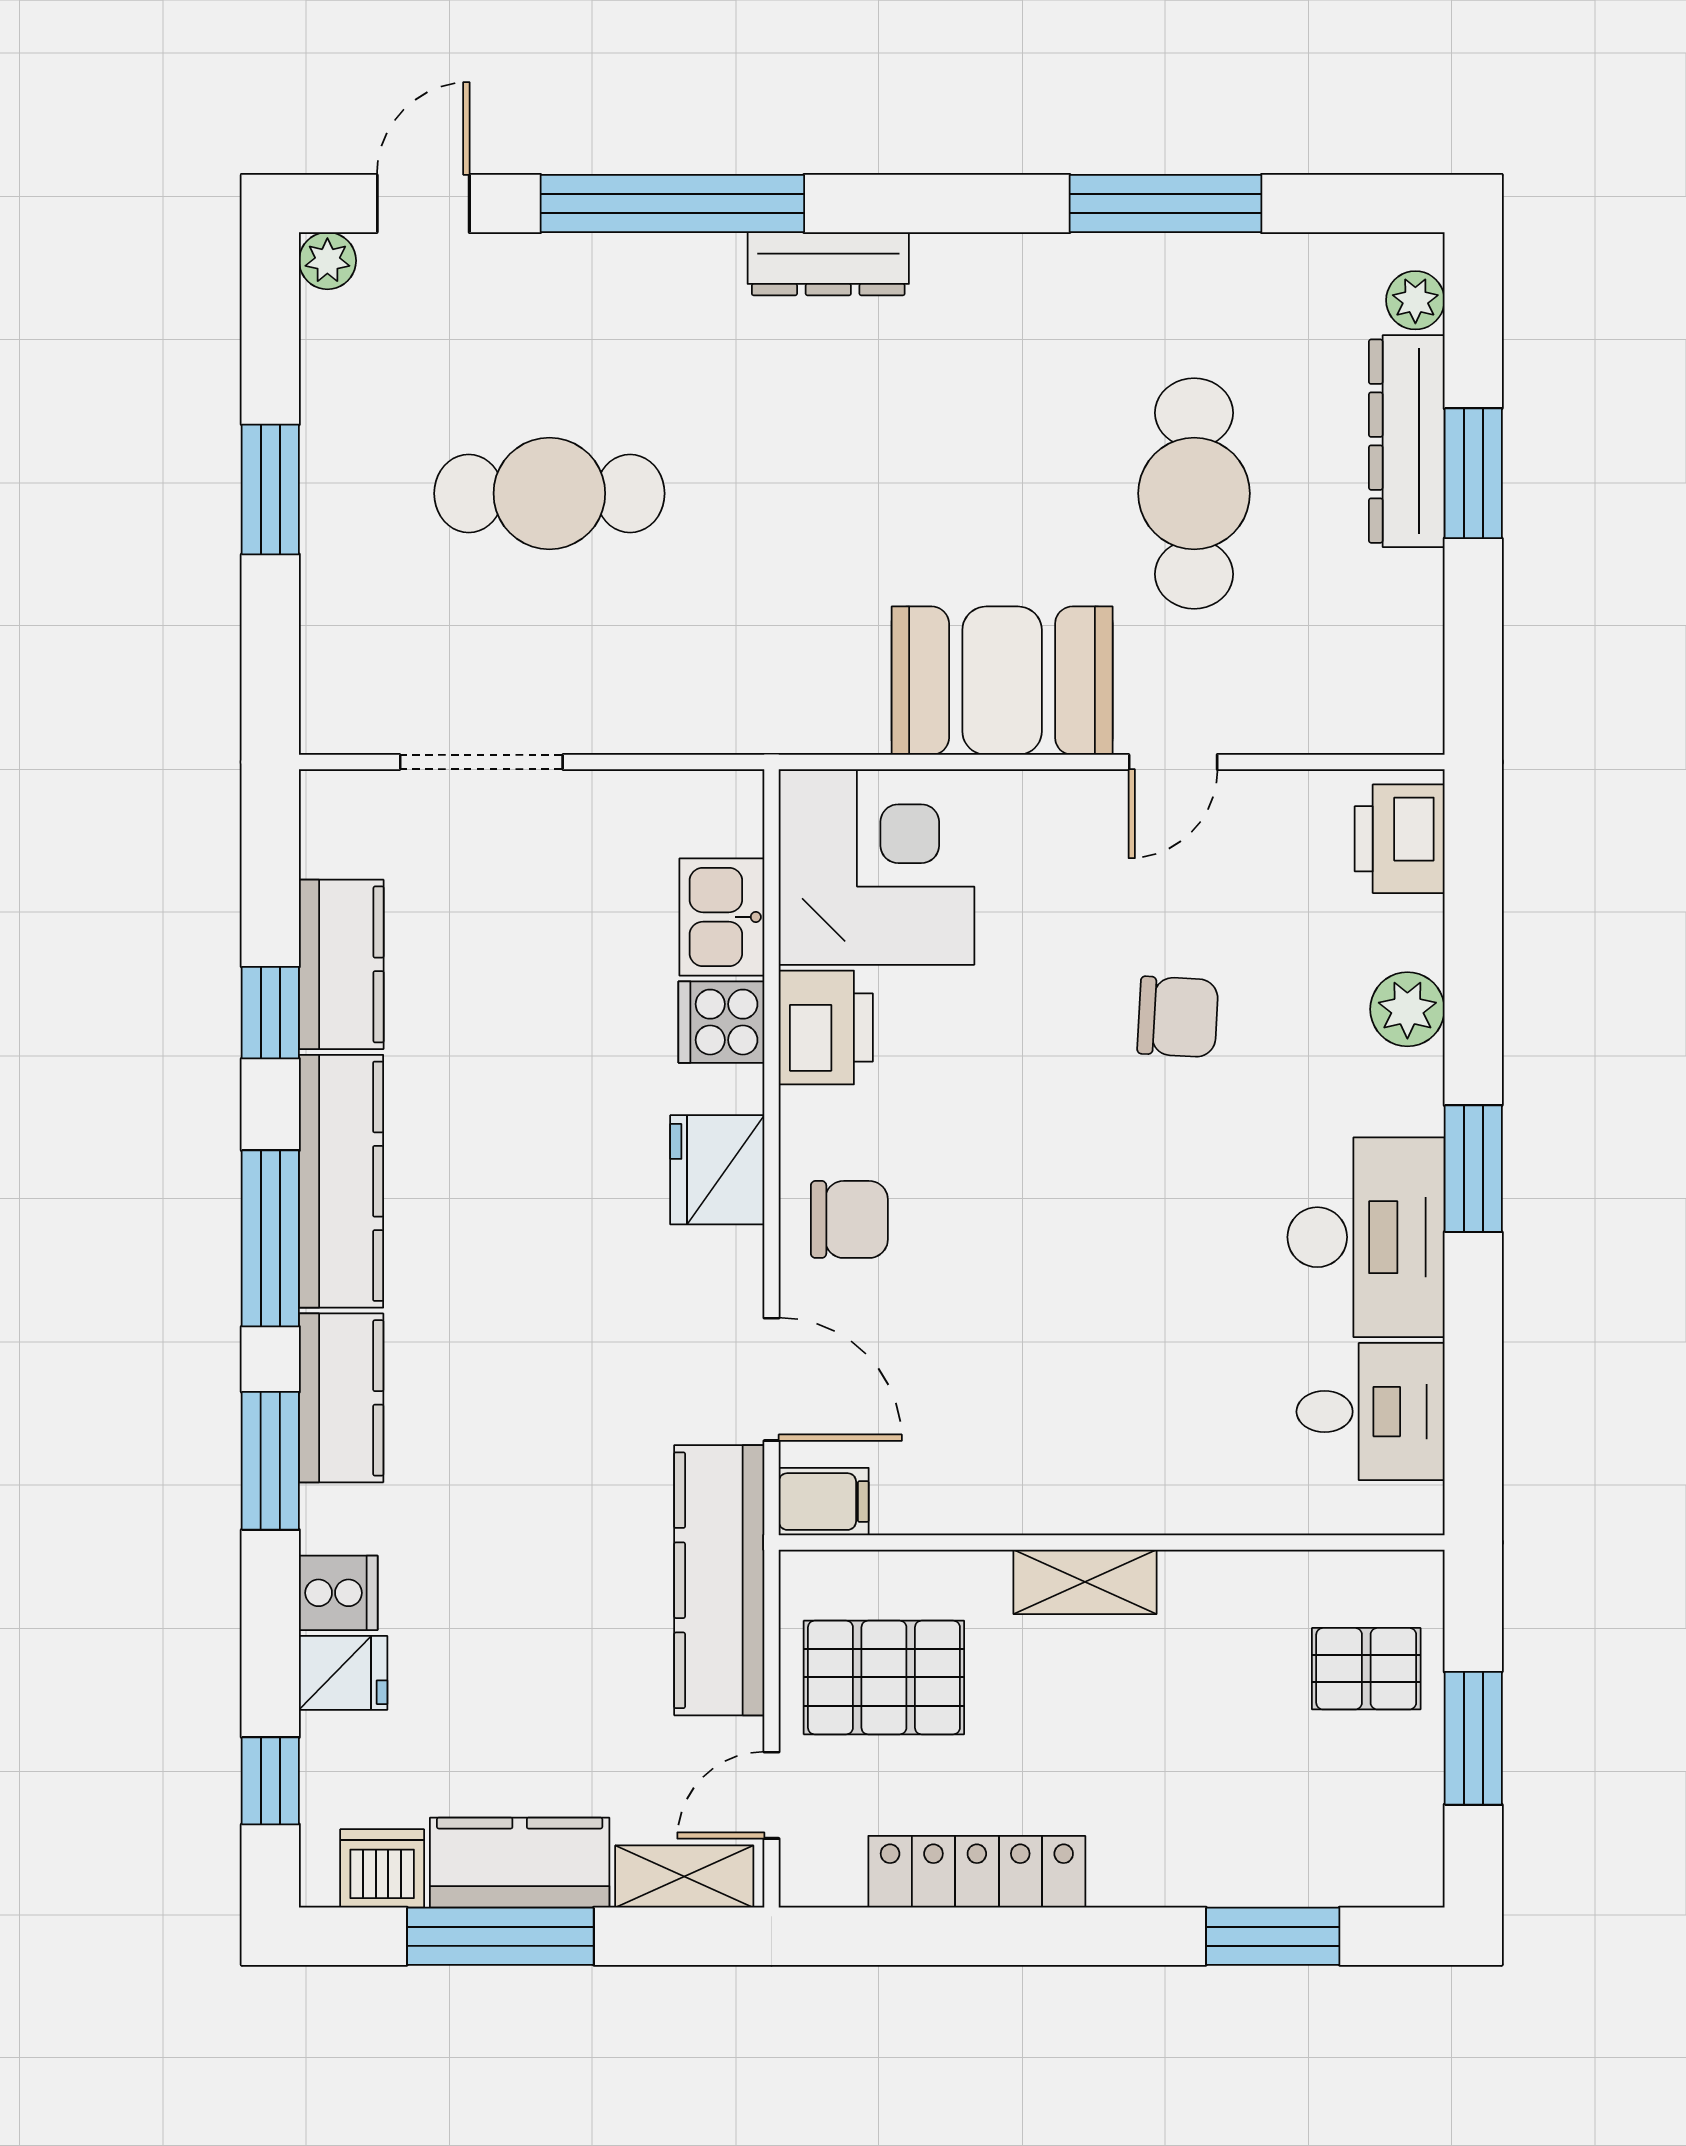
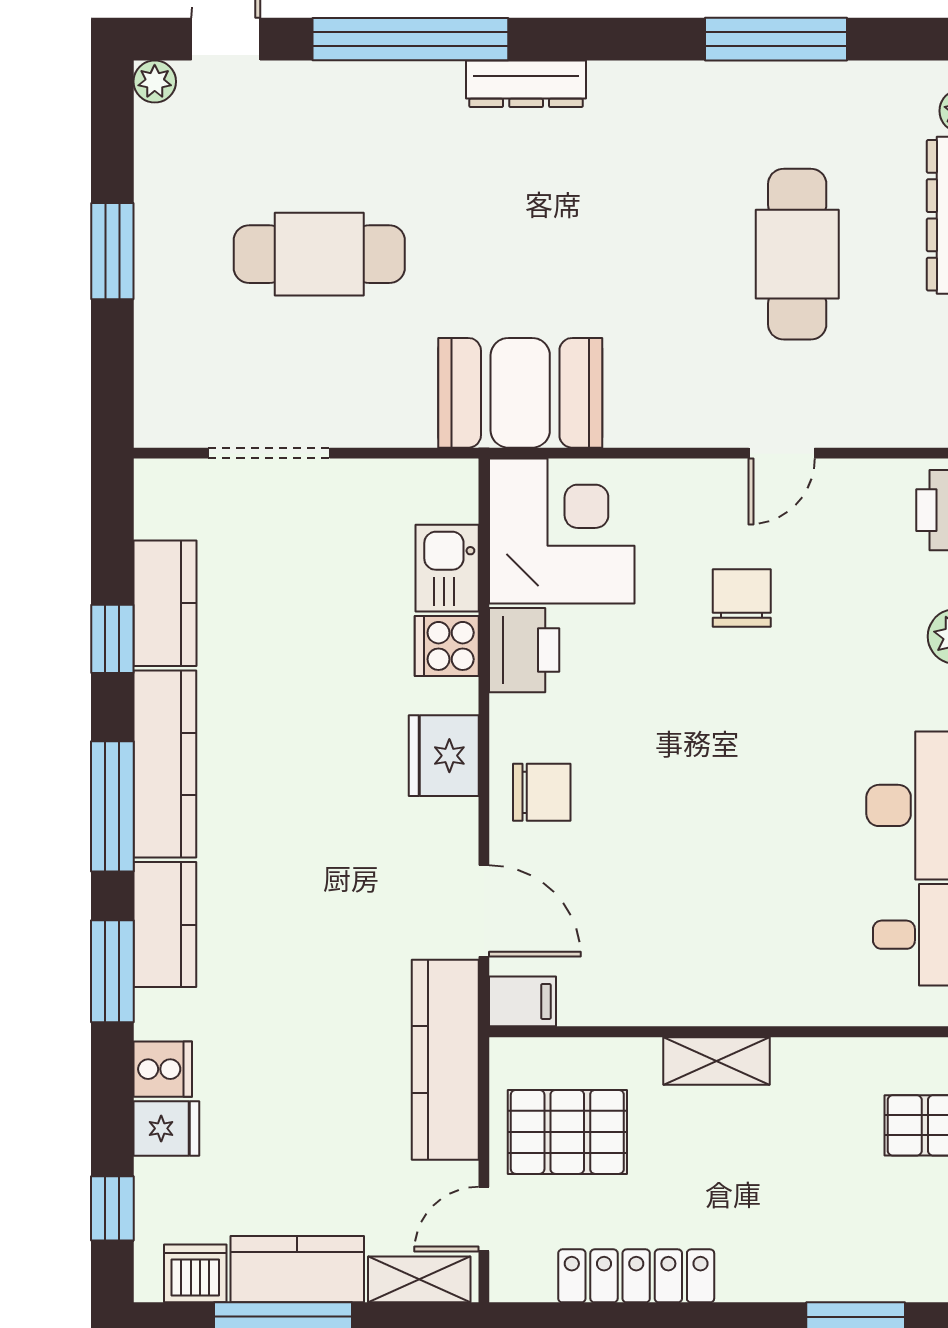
booth: (1002, 681) -> (520, 393), moved
chair: (1178, 1017) -> (742, 598), moved, turned -93

